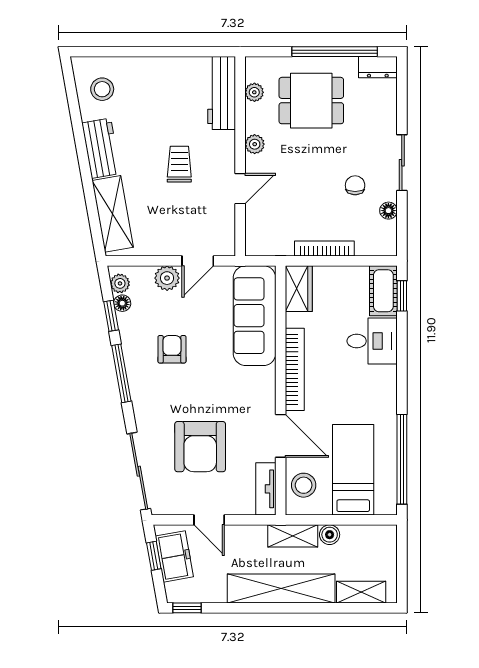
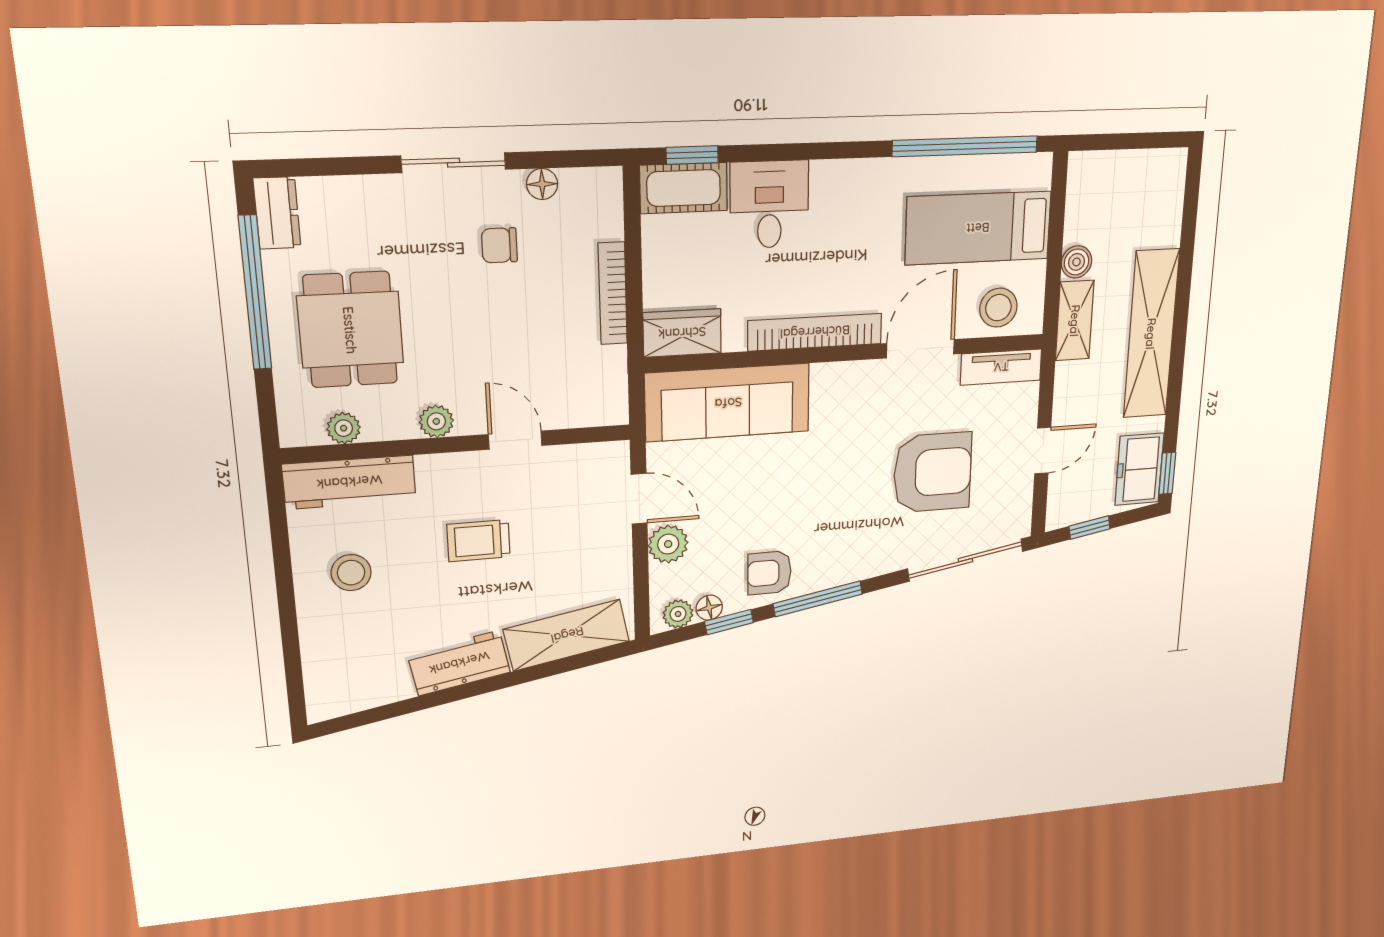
stool: (102, 89) -> (351, 573), moved
armchair: (172, 349) -> (769, 573), moved
freezer: (174, 556) -> (1139, 469), moved, turned -80
shelving: (361, 592) -> (1167, 207), removed

